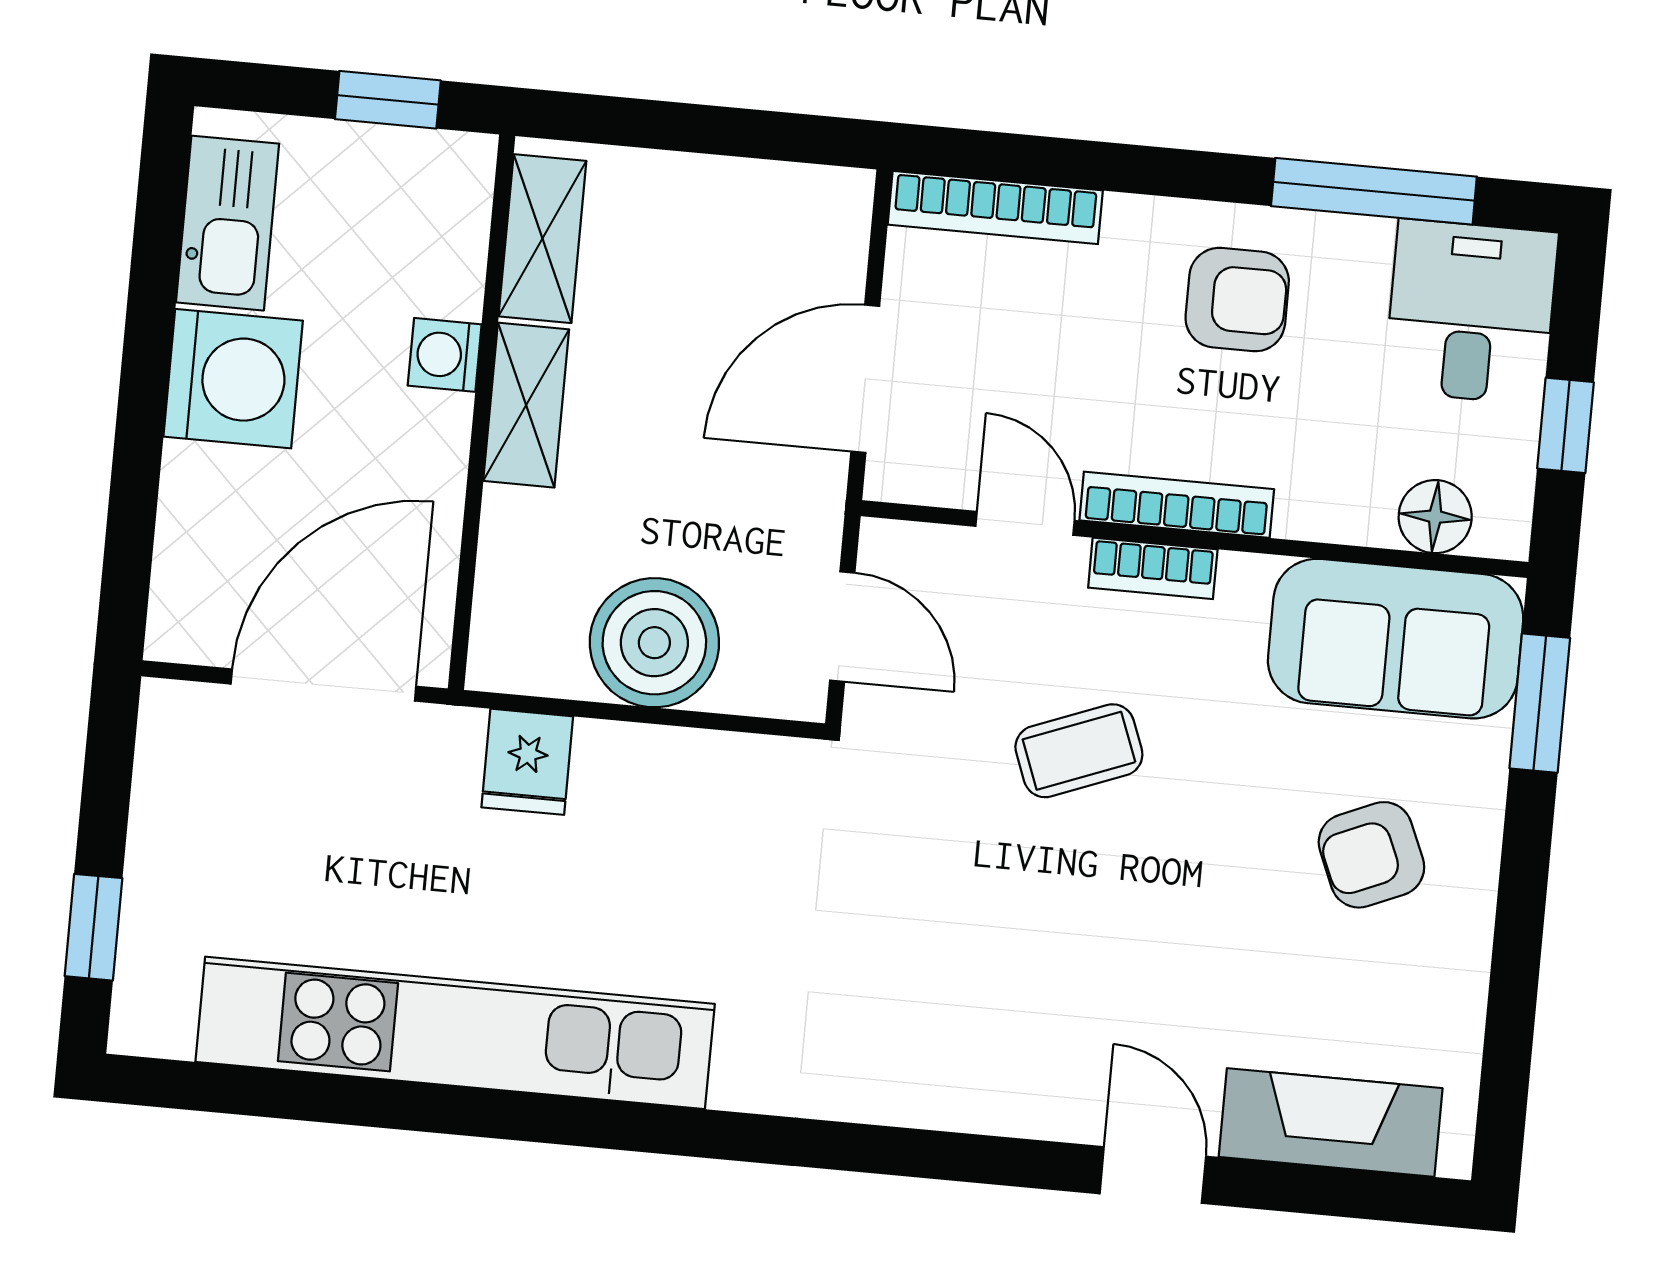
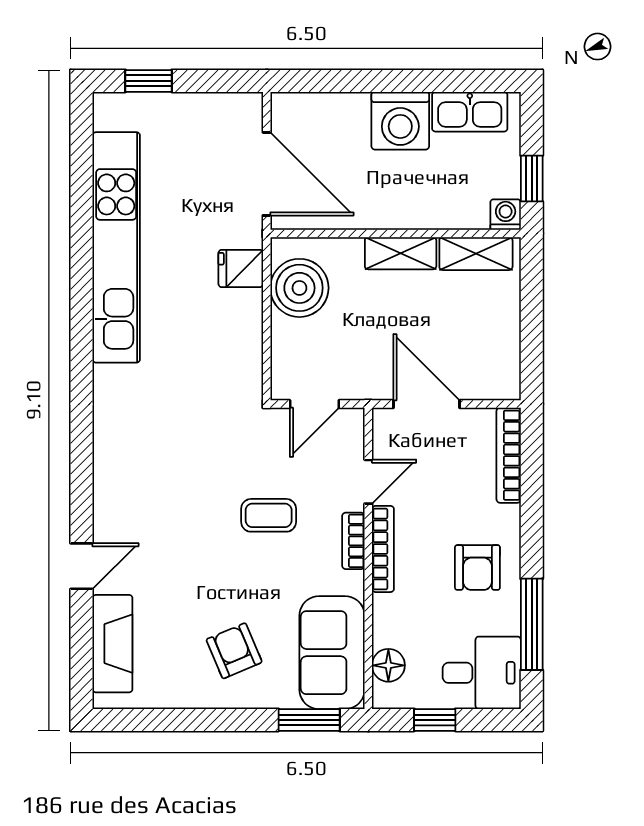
washing machine: (445, 355) -> (506, 215), moved
boiler: (654, 643) -> (299, 288), moved
coffee table: (1079, 751) -> (269, 515), turned -69

